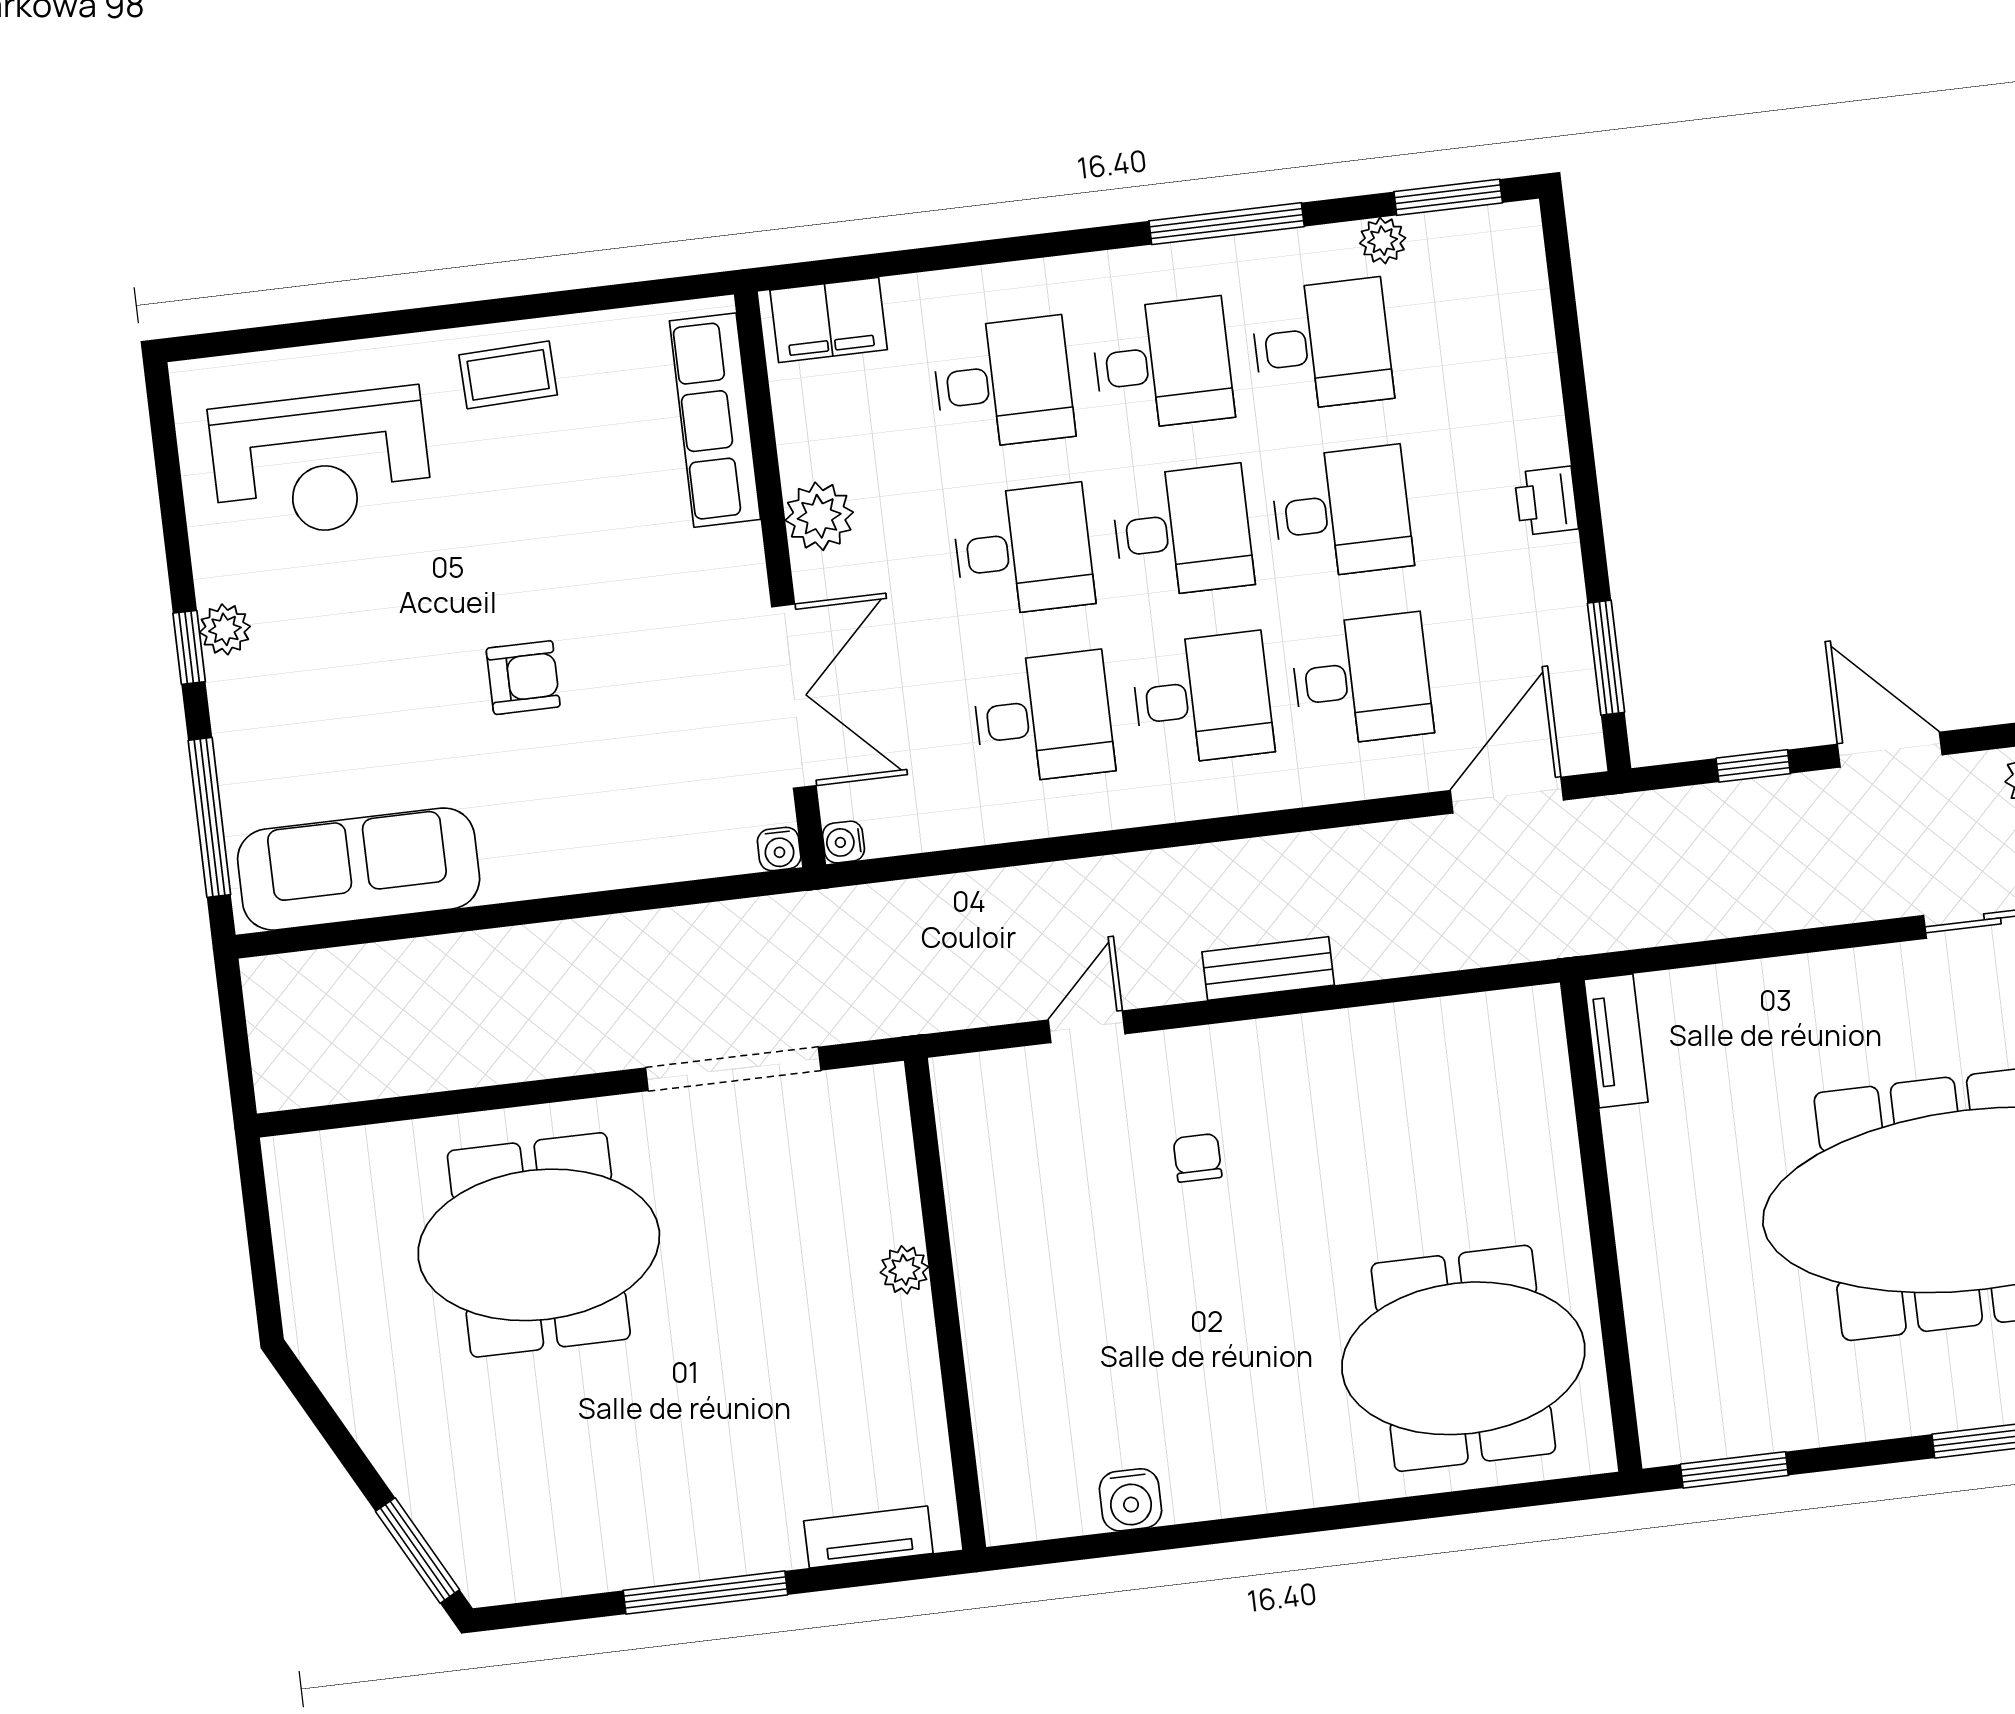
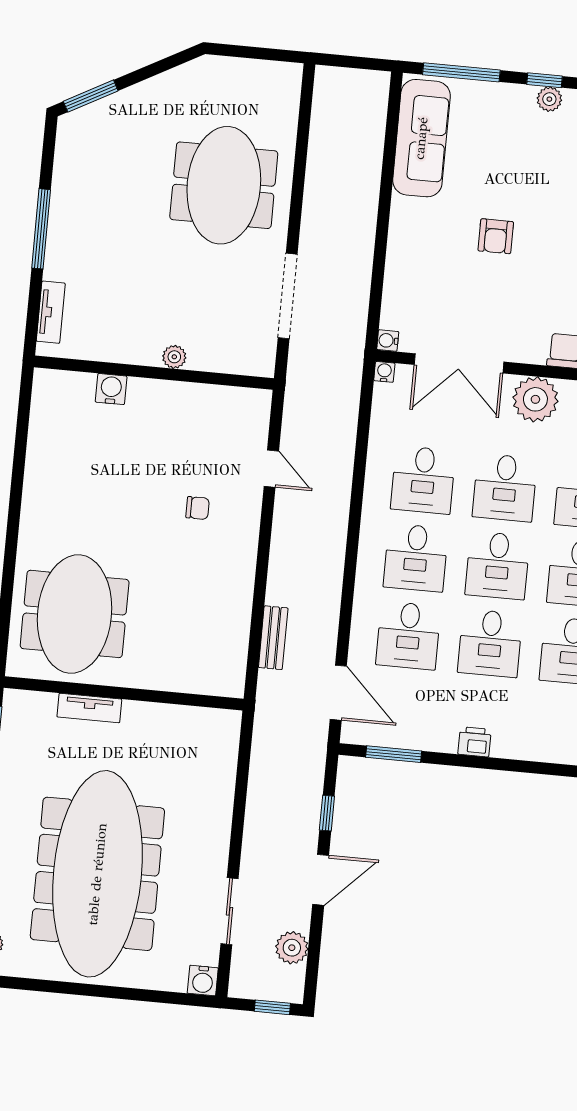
plant: (819, 516) -> (535, 399), width x1.36, depth x1.36
bench: (1268, 969) -> (273, 638), moved
tv unit: (1616, 1041) -> (89, 708), moved
water cooler: (1130, 1500) -> (111, 389), moved, turned 90

